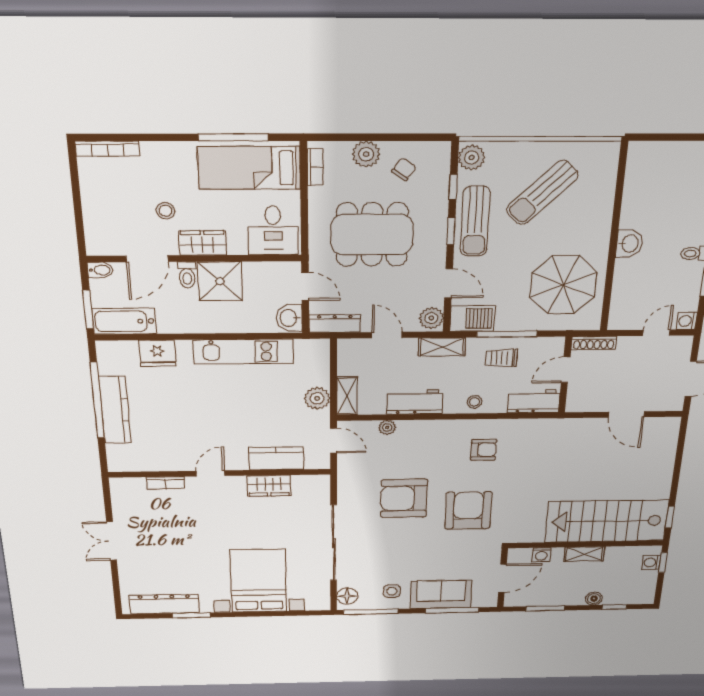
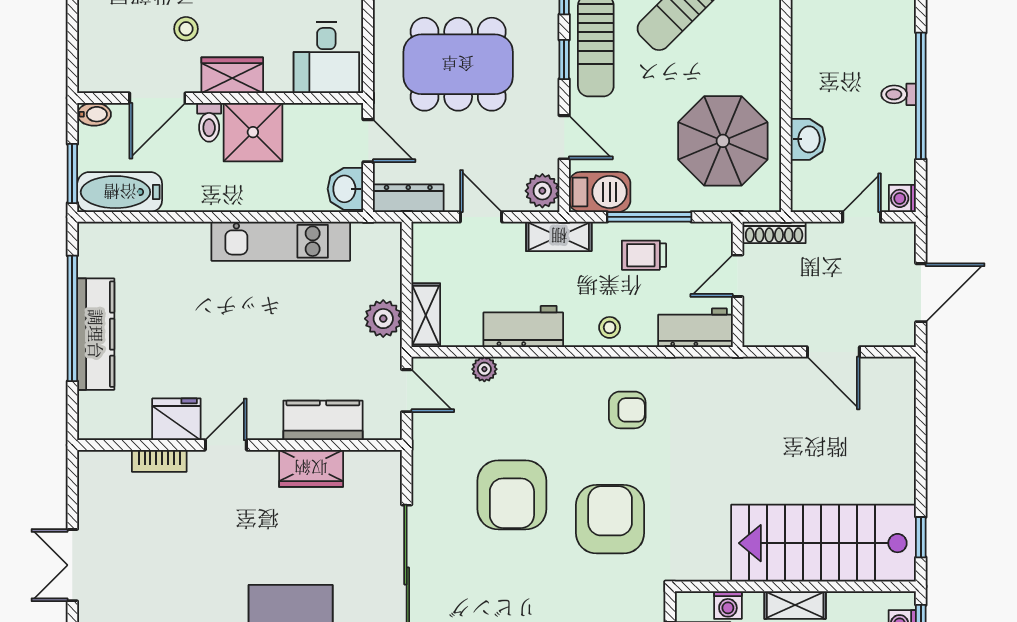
washbasin: (629, 244) -> (808, 139), moved
fridge: (157, 353) -> (176, 419), moved, turned 180
armchair: (404, 498) -> (512, 495), turned -90

